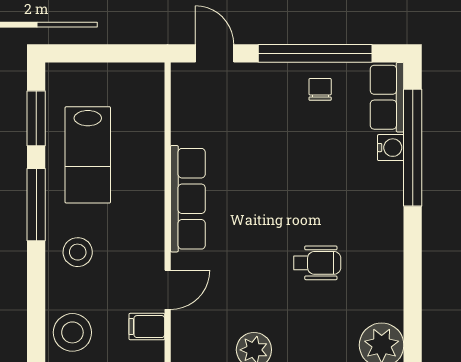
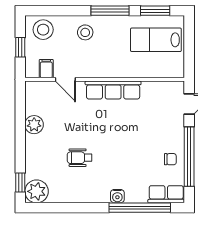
water cooler: (391, 148) -> (117, 196), moved
lab bench: (88, 155) -> (156, 40), moved
wheelchair: (317, 263) -> (80, 158), turned 90

